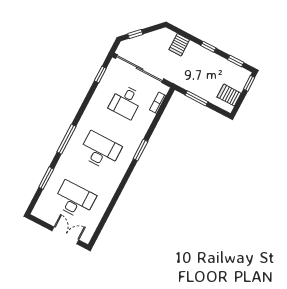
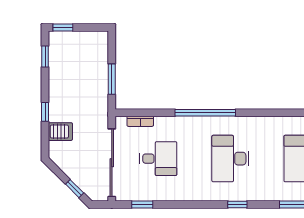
window: (208, 47) -> (45, 112), moved
server rack: (229, 95) -> (88, 44), removed
window: (66, 139) -> (237, 204), width x0.46
window: (140, 150) -> (205, 113), width x2.11

